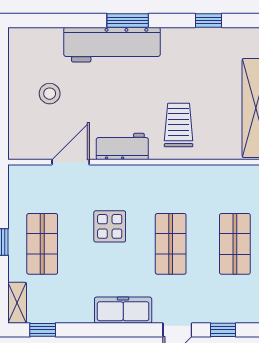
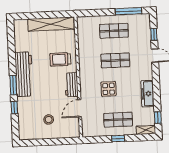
window: (208, 21) -> (14, 108), moved
workbench: (112, 45) -> (24, 74), moved
door: (71, 162) -> (80, 108), hinge flipped
freezer: (123, 310) -> (148, 94), moved

